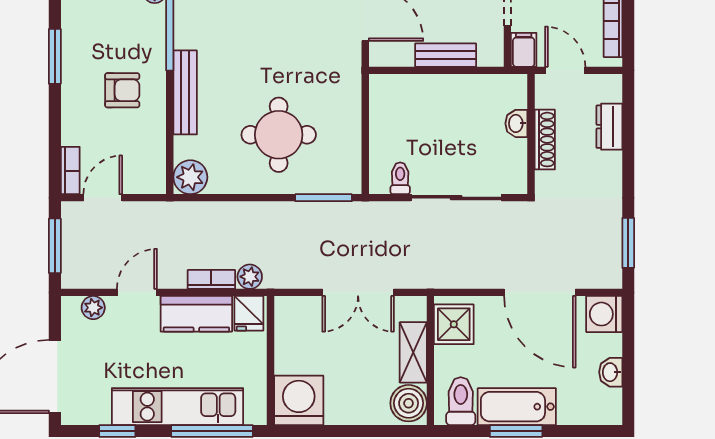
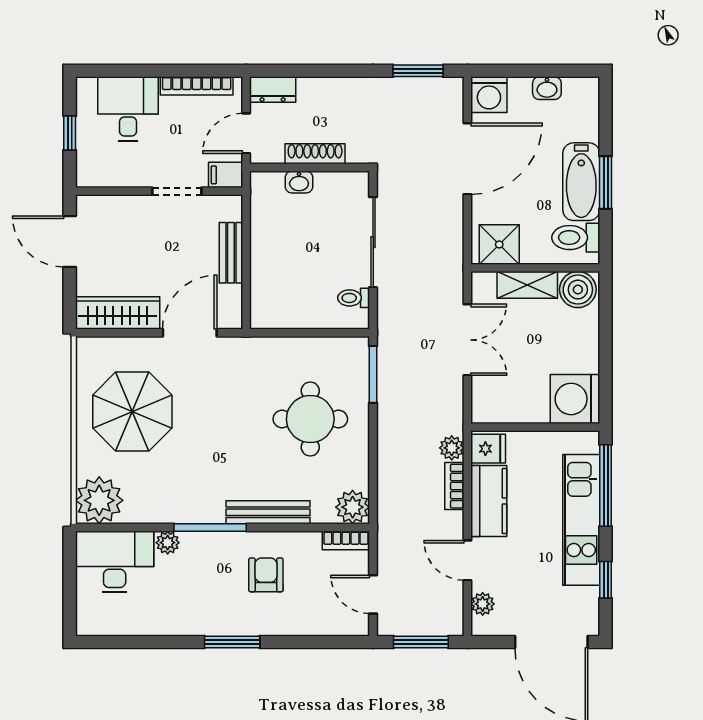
dresser: (609, 127) -> (273, 89), moved
bookcase: (70, 171) -> (346, 540), moved, turned 180

